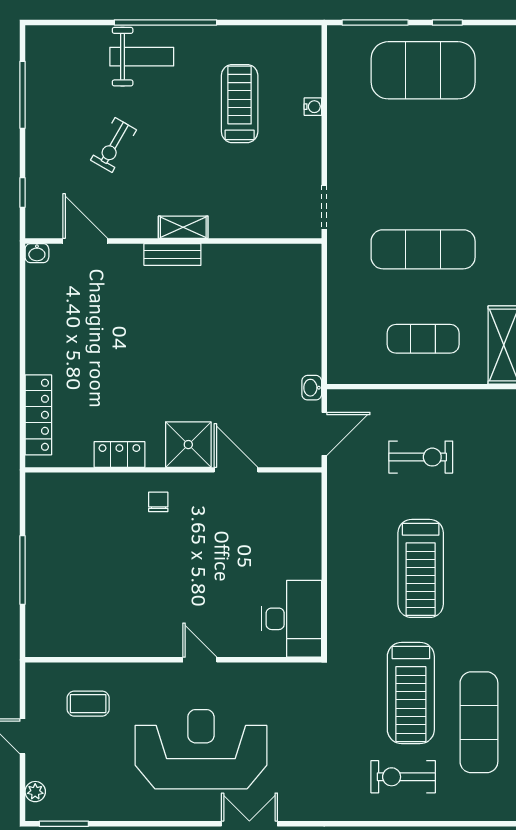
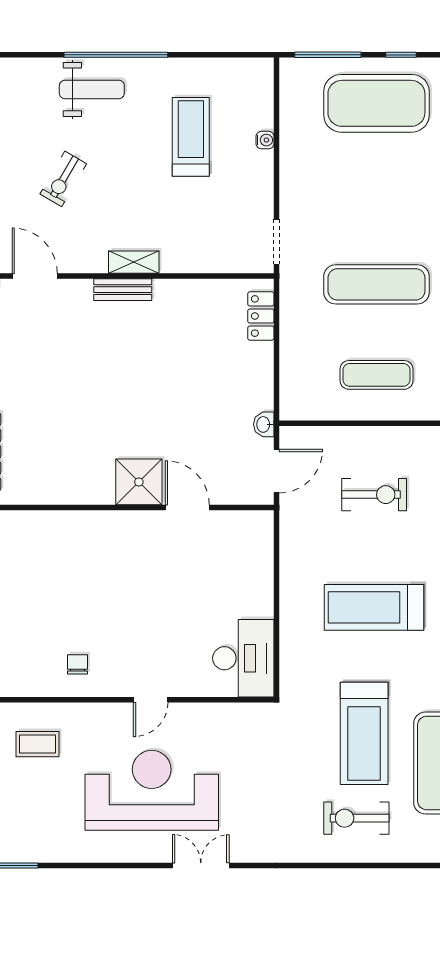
locker: (119, 454) -> (261, 316), moved, turned -90
chair: (158, 502) -> (77, 664), moved
treadmill: (421, 568) -> (374, 607), turned 90
door: (200, 660) -> (151, 700), swing flipped

